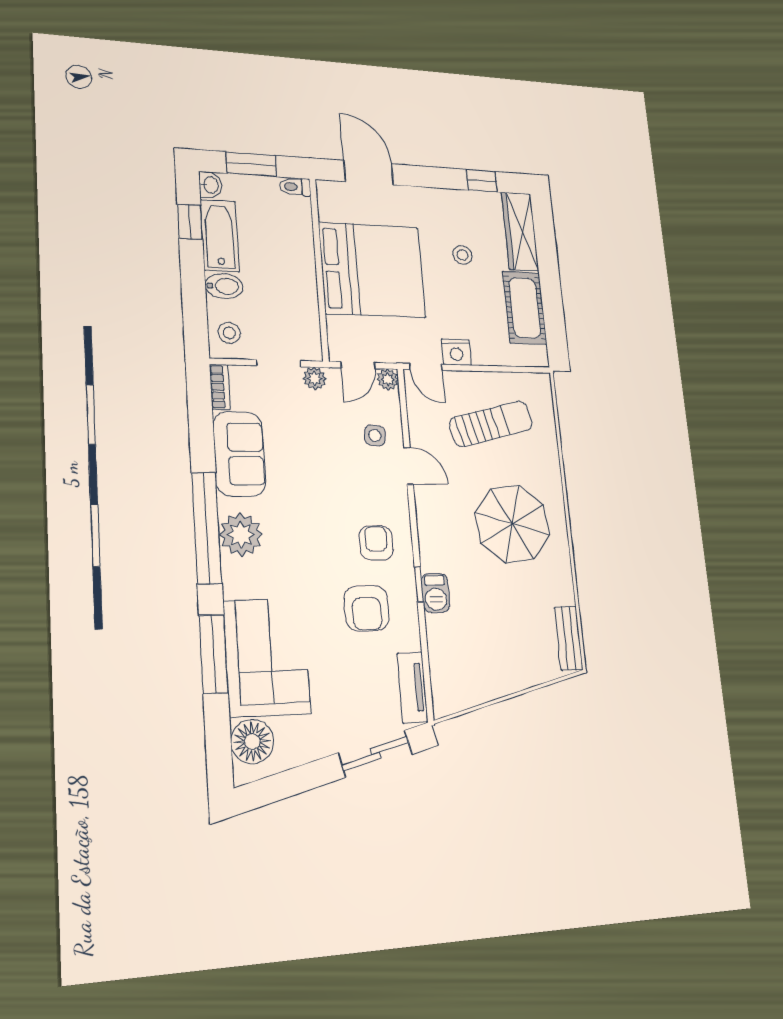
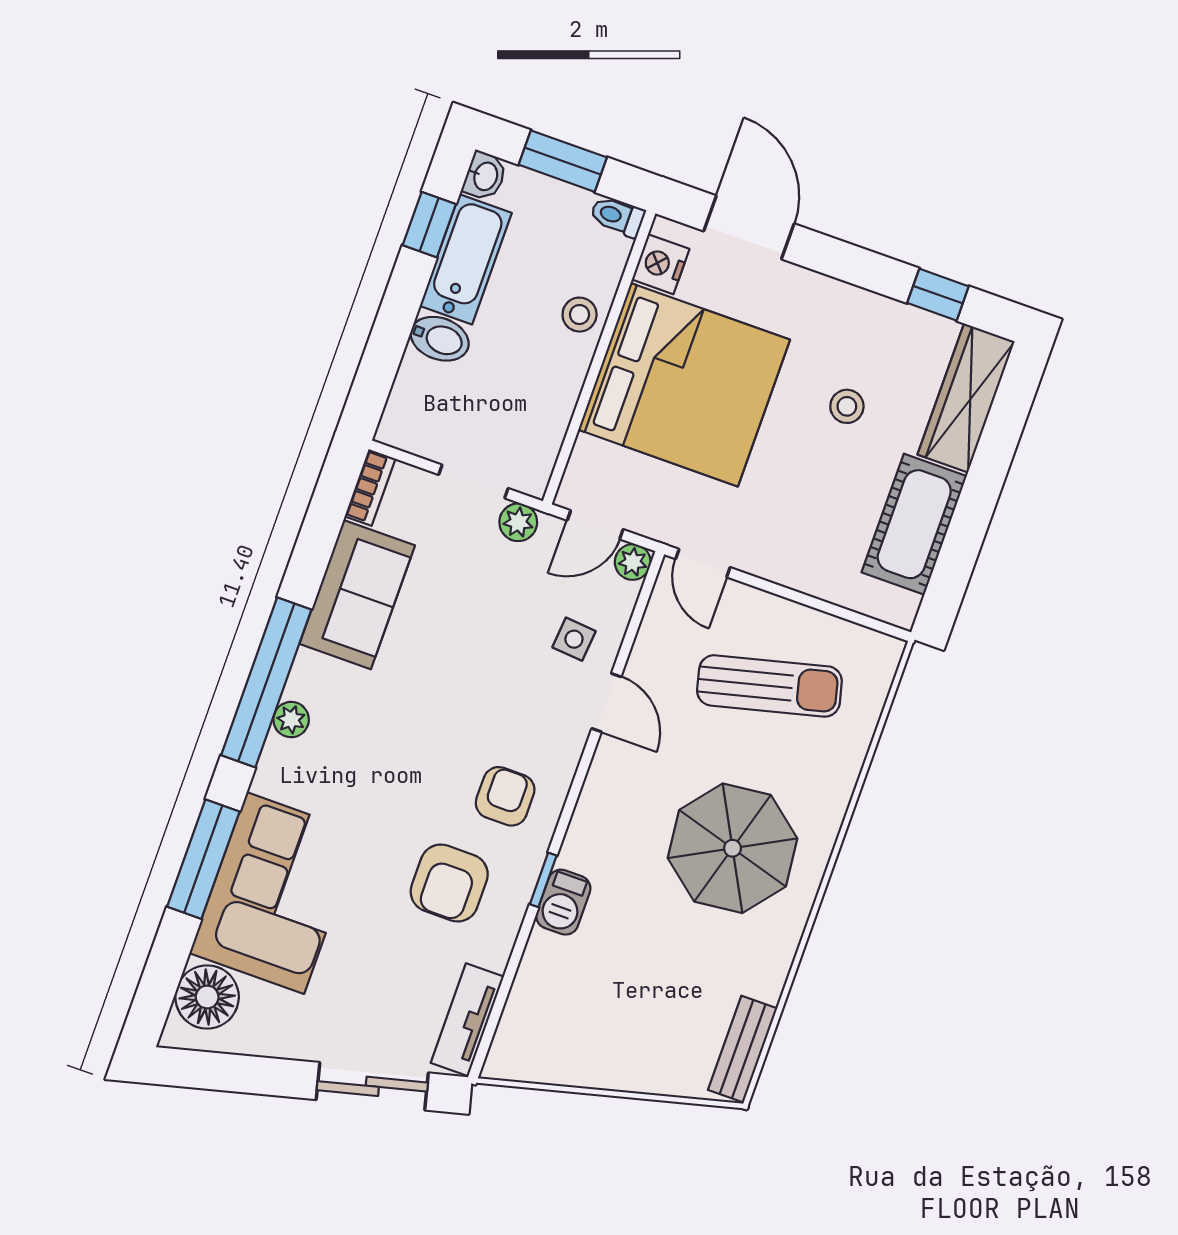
stool: (229, 333) -> (580, 315), moved
nightstand: (456, 352) -> (661, 264), moved, turned 90
plant: (241, 535) -> (291, 720), width x0.53, depth x0.53

